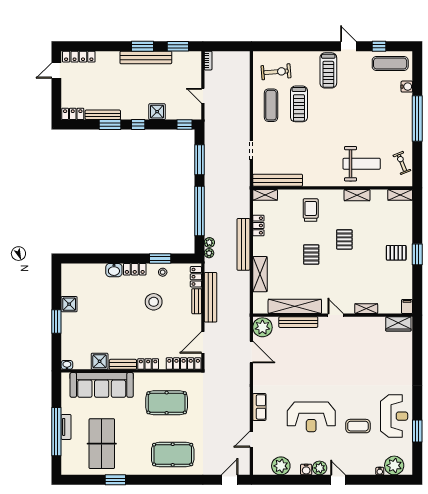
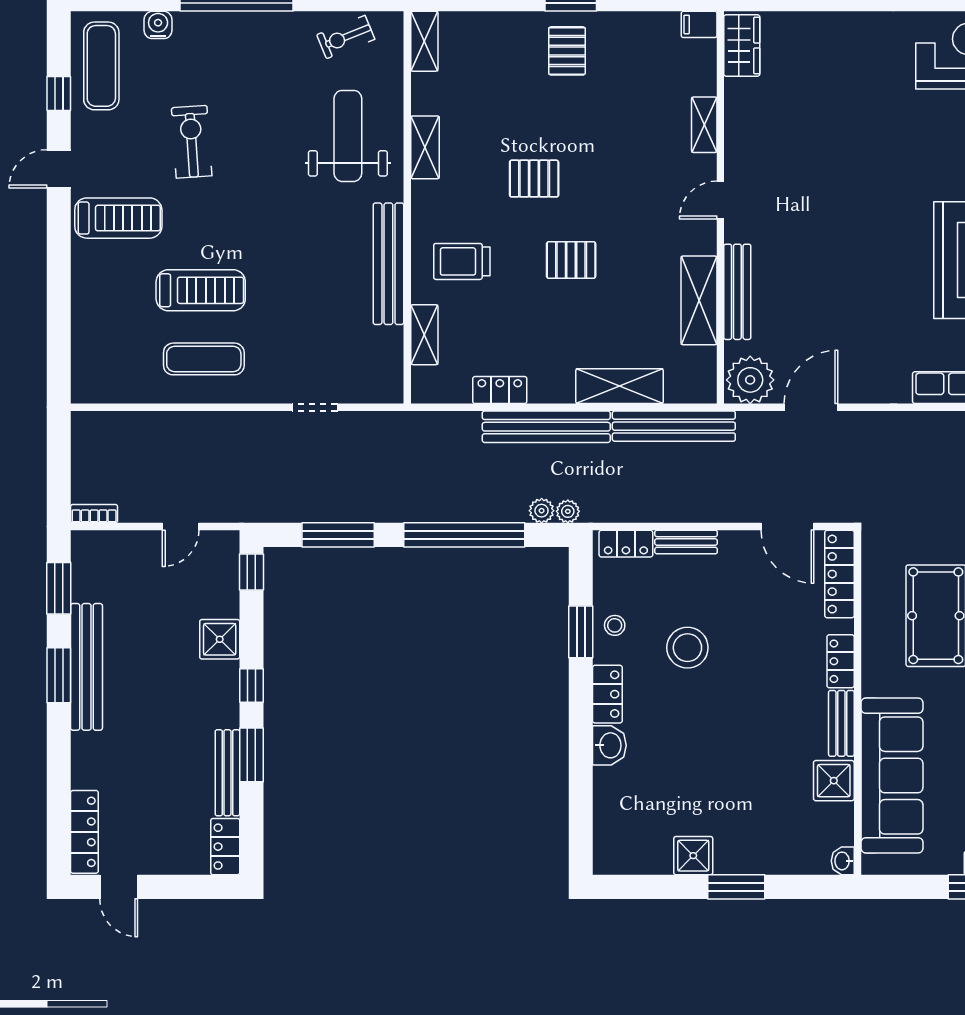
exercise bike: (276, 72) -> (192, 142), moved
bench: (278, 180) -> (388, 264), moved
shelving: (265, 195) -> (424, 335), moved
bench: (211, 297) -> (674, 426), moved
shelving: (295, 306) -> (699, 300), width x0.68

